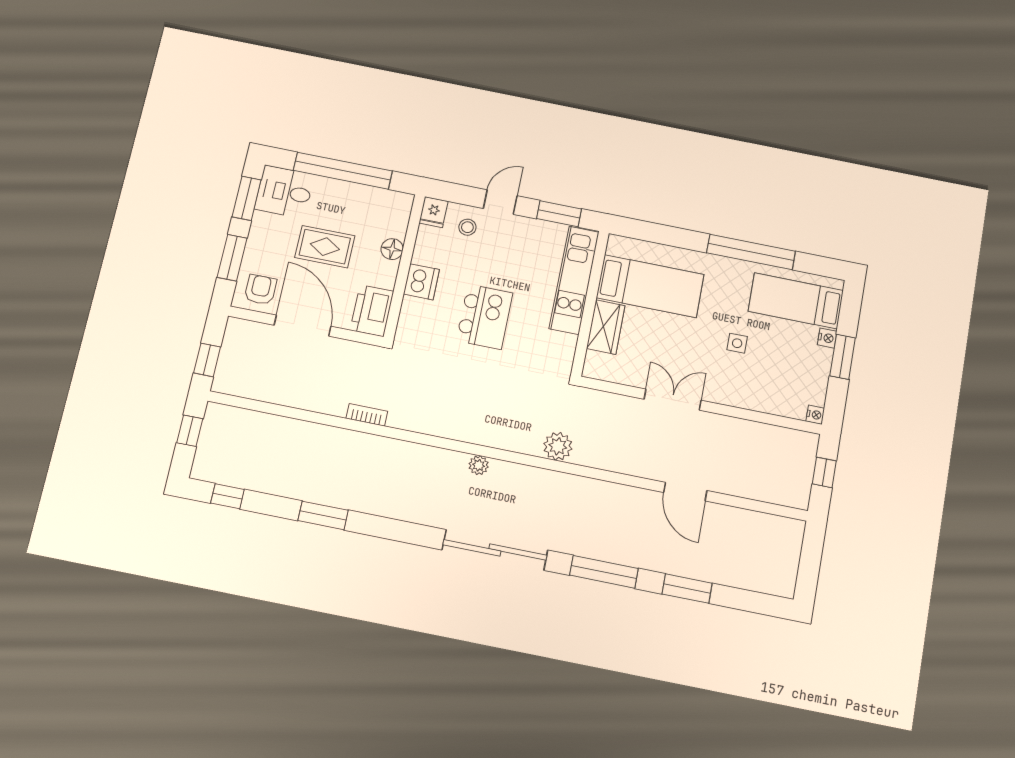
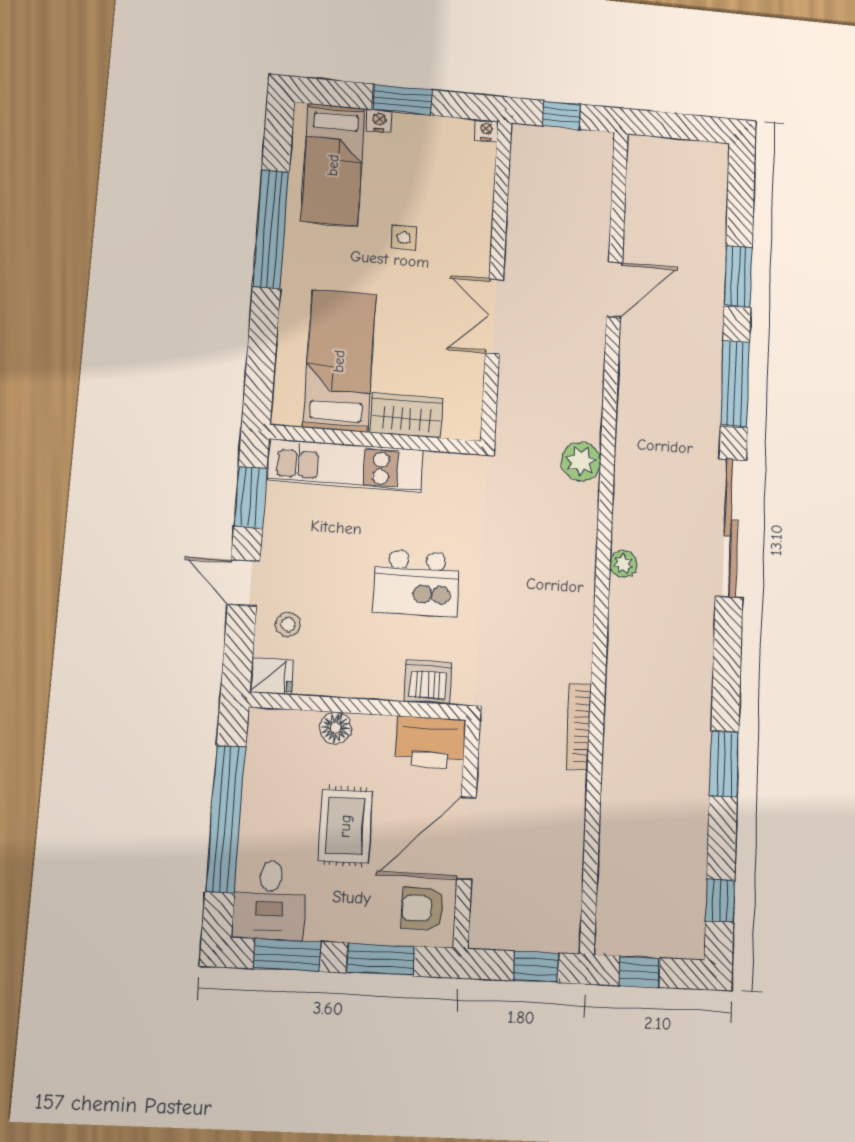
dishwasher: (421, 282) -> (428, 682), moved
kitchen island: (484, 317) -> (416, 583), turned 180
bookcase: (367, 415) -> (579, 726), width x1.56

